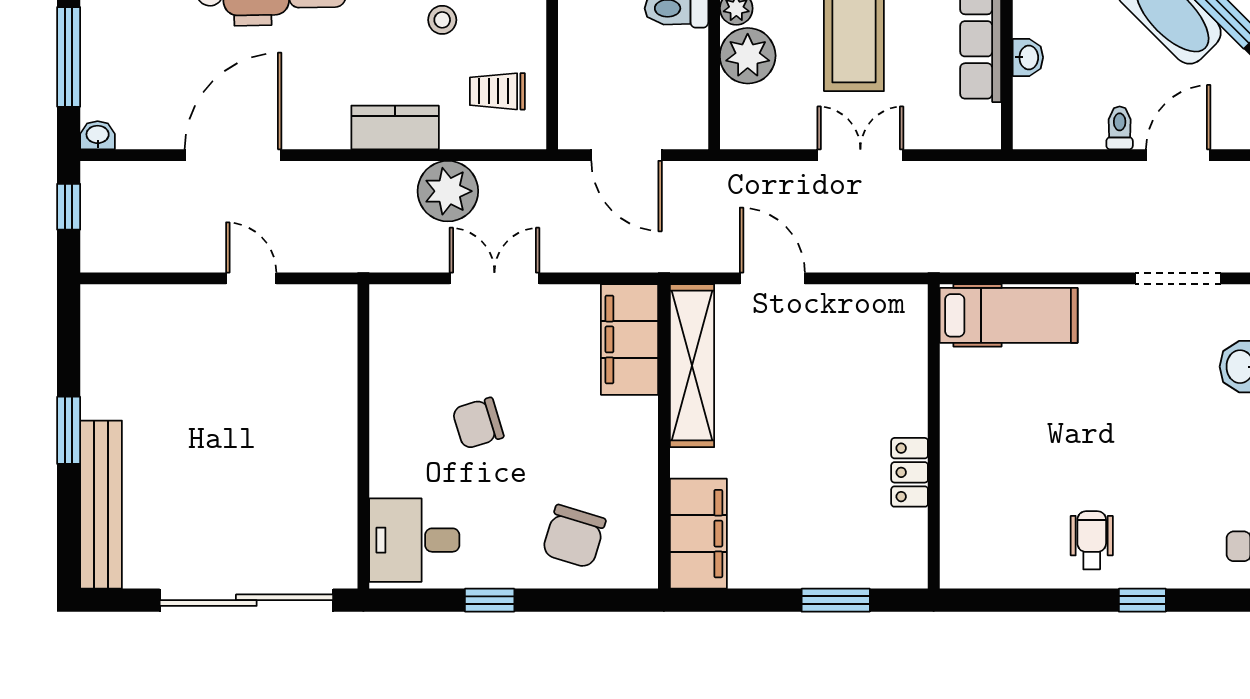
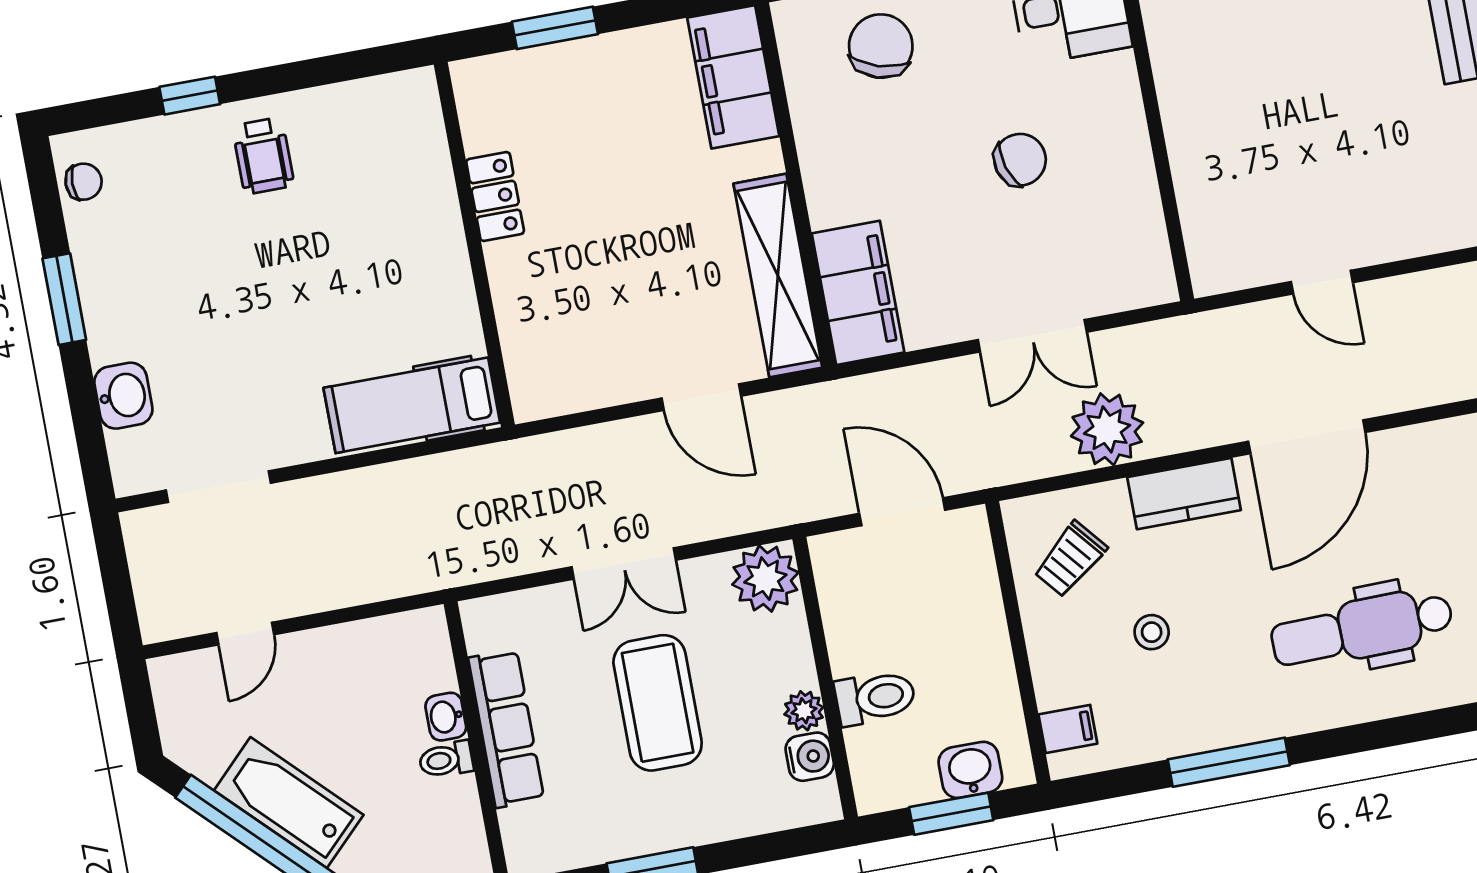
plant: (748, 56) -> (765, 579), moved
trolley: (497, 91) -> (1070, 559), turned 140
toilet: (1120, 128) -> (446, 760), moved, turned 90
door: (233, 155) -> (1307, 437), moved
door: (1178, 155) -> (245, 634), width x0.73

